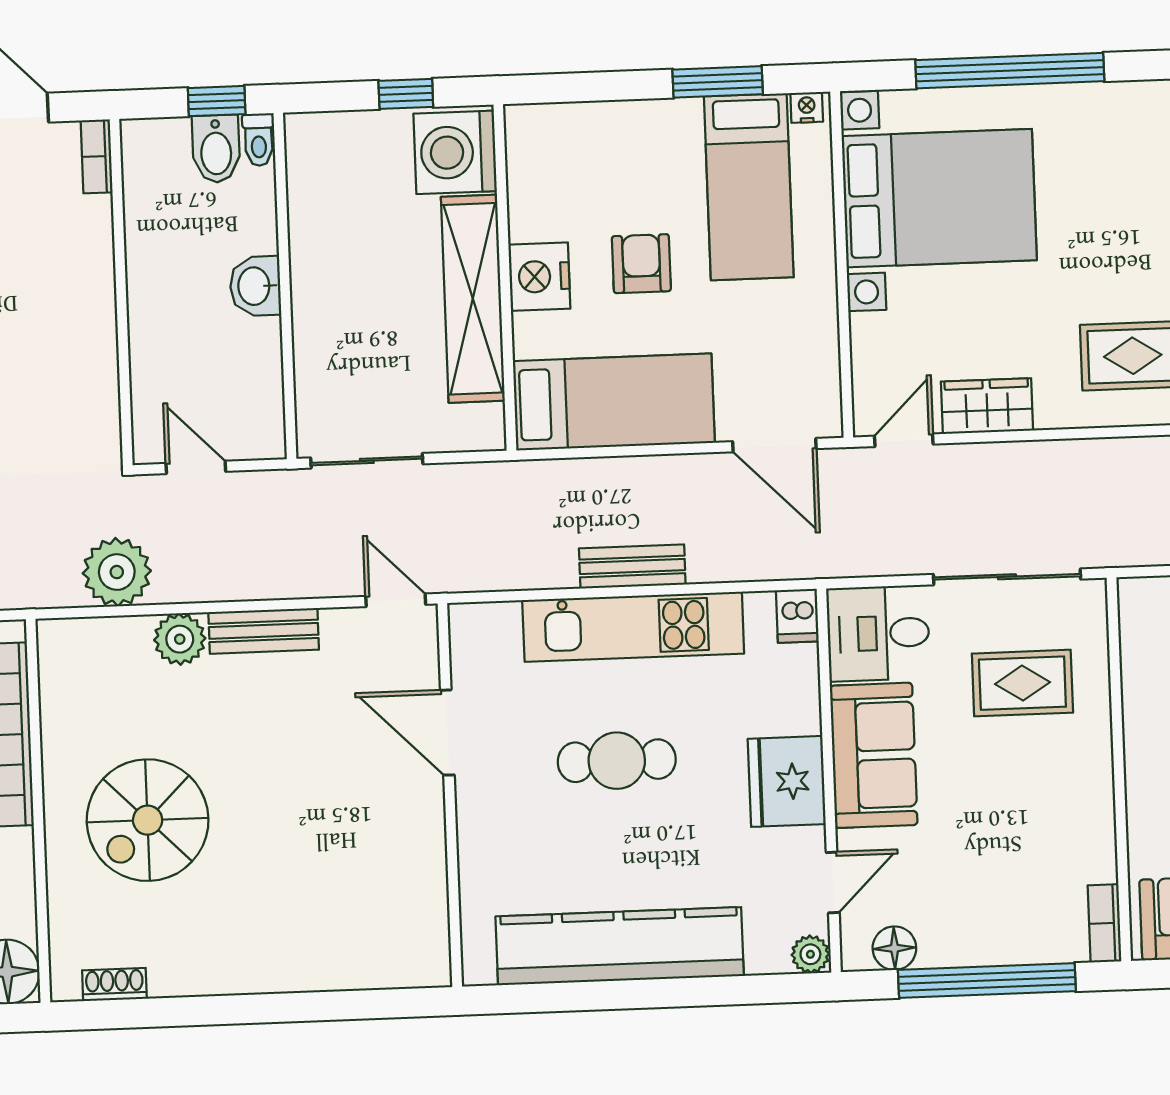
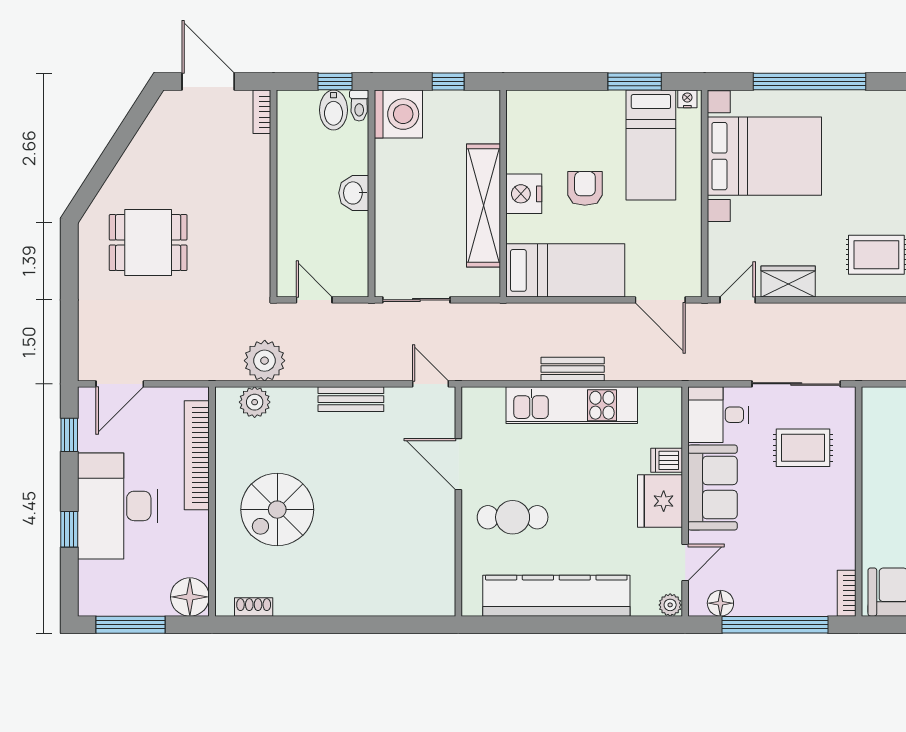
washing machine: (455, 152) -> (398, 114), moved, turned 180
dishwasher: (797, 616) -> (667, 460), moved, turned 90
plant: (180, 639) -> (255, 402), moved
cafe table: (617, 761) -> (513, 517), moved

